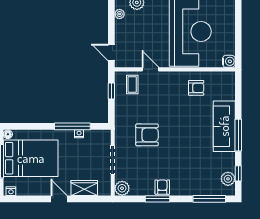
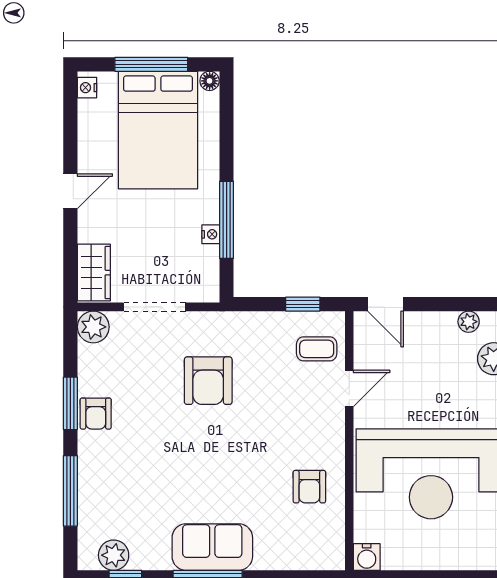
door: (111, 53) -> (386, 304), swing flipped
sofa: (224, 126) -> (212, 547), width x0.73
armchair: (162, 187) -> (96, 414), turned 90
wardrobe: (84, 188) -> (94, 273), moved
window: (209, 199) -> (70, 491), moved

